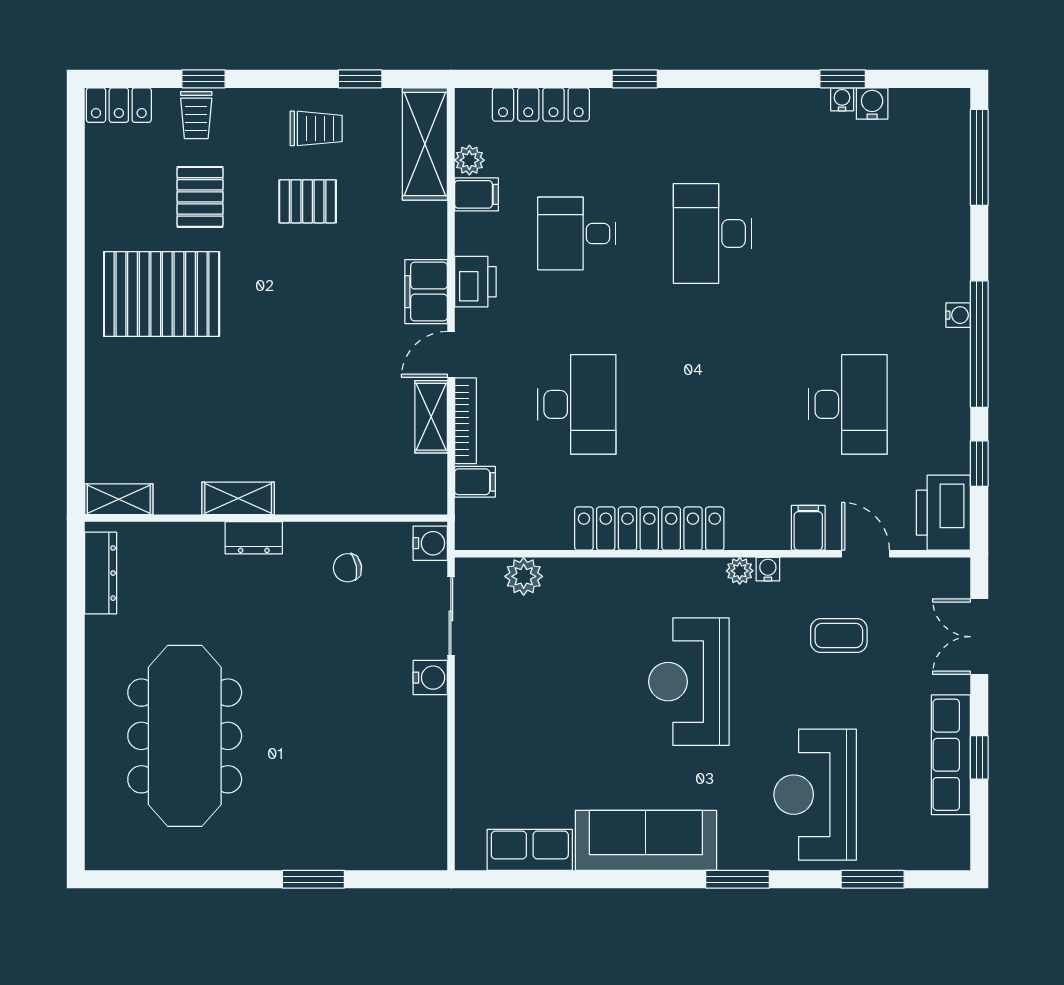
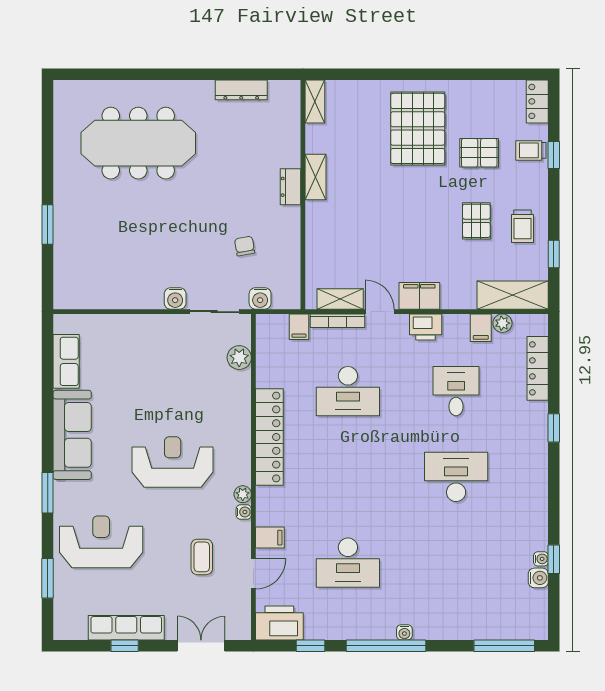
shelving: (238, 498) -> (316, 177), moved
shelving: (119, 499) -> (315, 101), moved
wall: (266, 518) -> (303, 195), moved
dresser: (254, 538) -> (291, 187), moved

